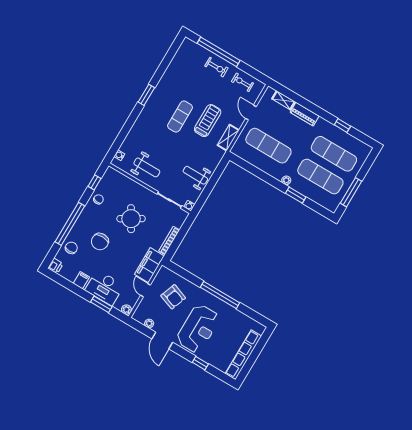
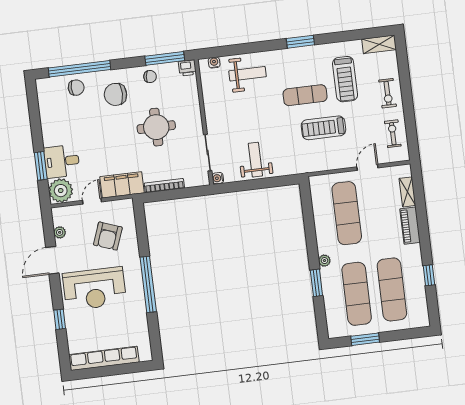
window: (219, 52) -> (405, 83), removed
treadmill: (189, 86) -> (345, 79), added
treadmill: (208, 121) -> (323, 128), turned 180
shelving: (228, 138) -> (379, 44), moved
weight bench: (147, 167) -> (248, 74), moved, turned -90
window: (94, 182) -> (165, 58), width x2.17
window: (351, 192) -> (365, 339), width x0.69
round table: (131, 219) -> (156, 127), turned 31
window: (70, 224) -> (80, 69), moved
chair: (100, 242) -> (115, 94), moved
printer: (55, 266) -> (187, 68), moved
filing cabinet: (81, 280) -> (50, 125), removed
desk: (105, 288) -> (62, 161), width x0.73
plant: (126, 310) -> (61, 191), width x1.87, depth x1.87

